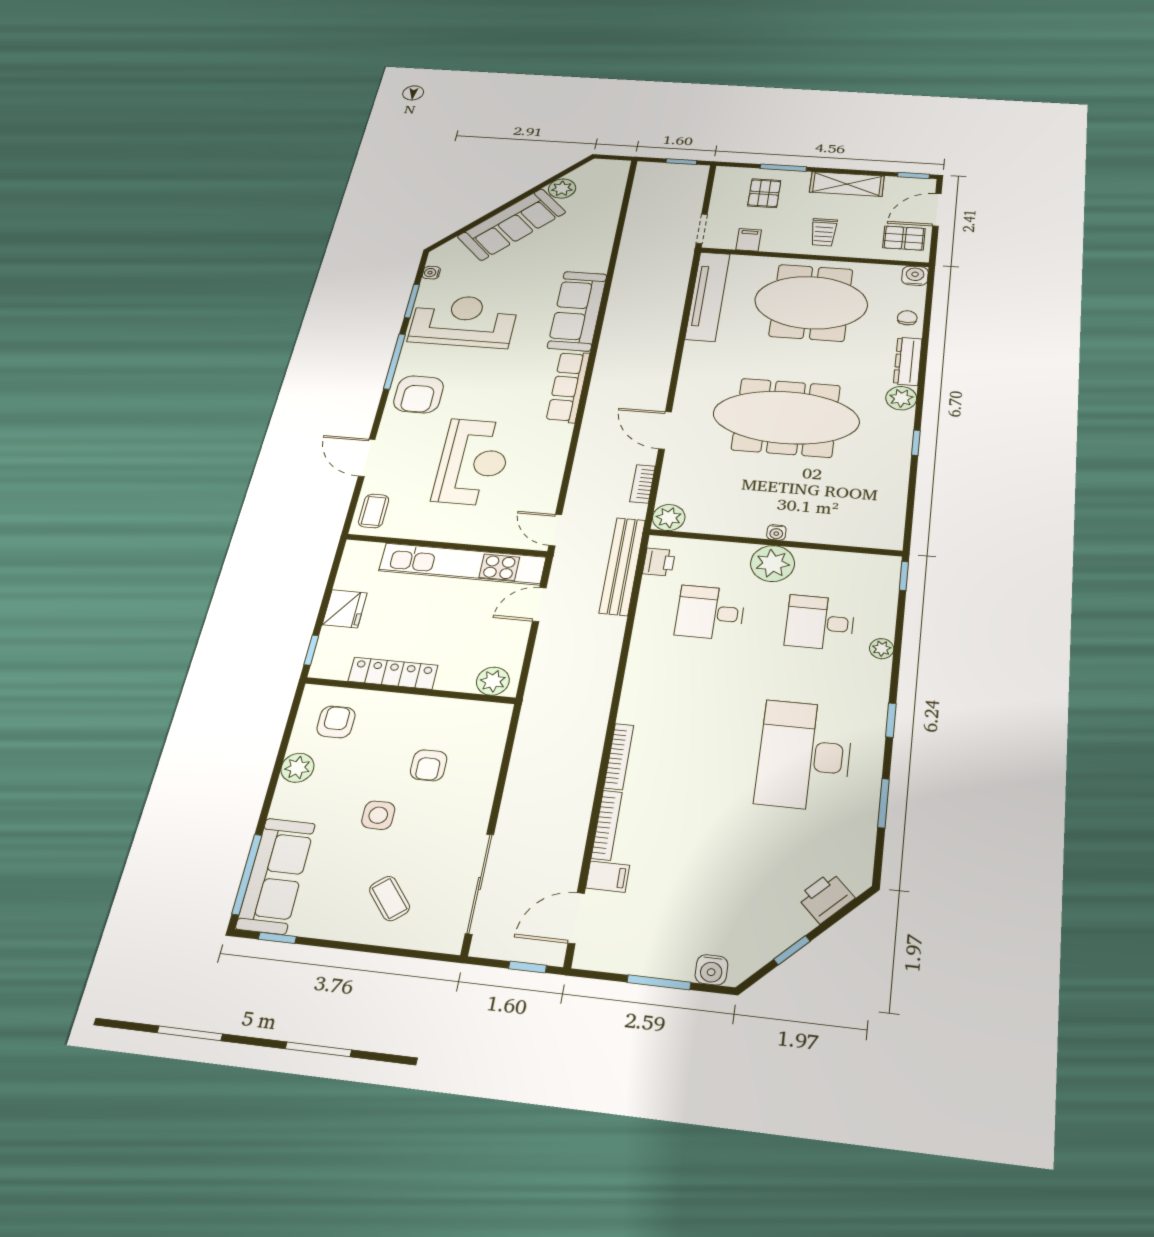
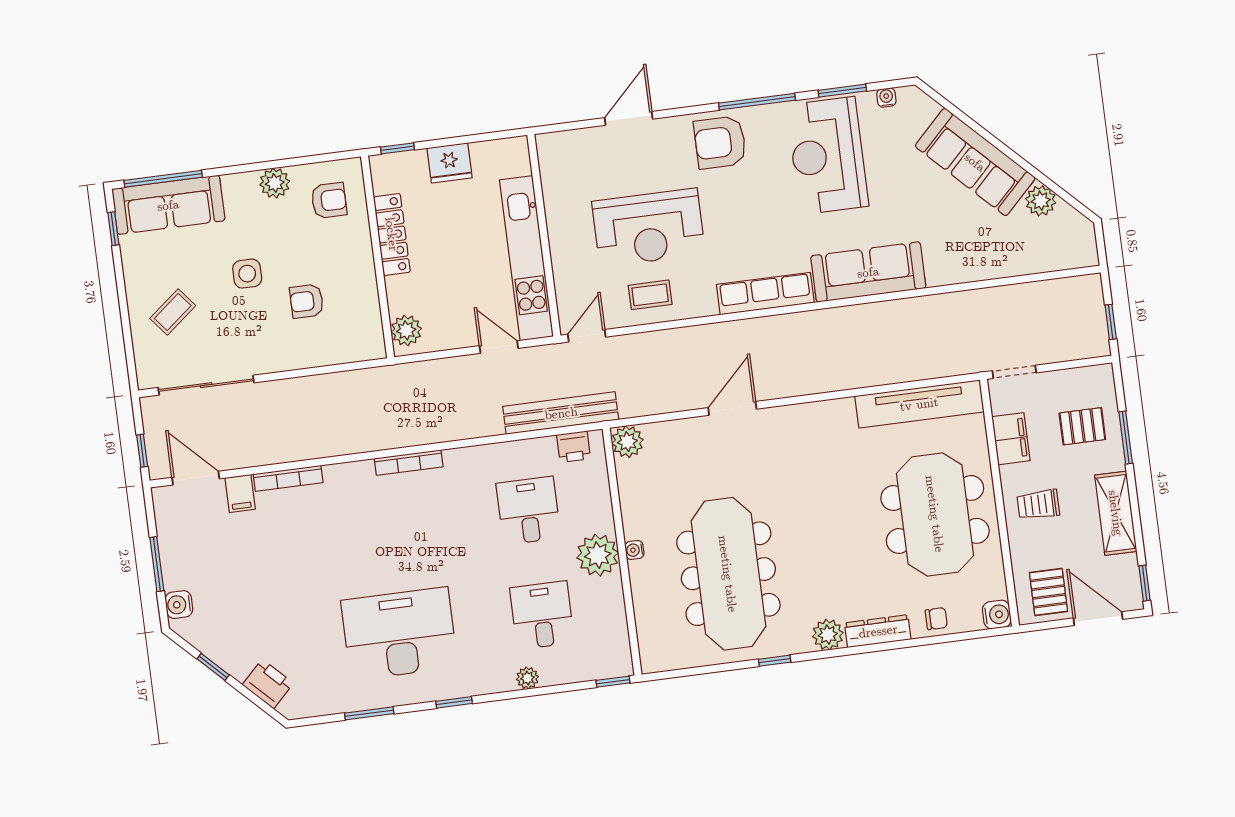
filing cabinet: (749, 240) -> (1011, 439), width x2.00
reception desk: (464, 321) -> (827, 156), turned 180
meeting table: (786, 417) -> (728, 574), moved
bookcase: (643, 484) -> (661, 405), removed
coffee table: (374, 511) -> (650, 295), moved
bookcase: (619, 756) -> (409, 463), moved

